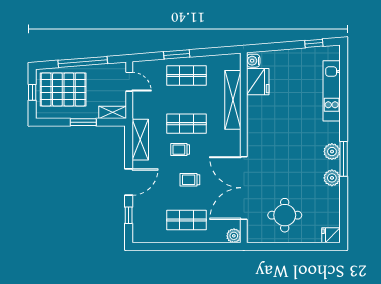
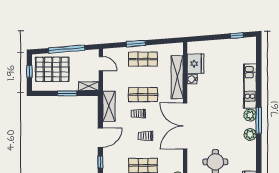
water cooler: (253, 61) -> (192, 79), moved
kitchen unit: (332, 91) -> (250, 86), moved
double door: (244, 188) -> (185, 126), moved

